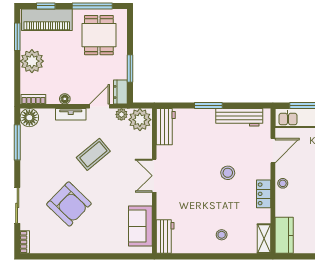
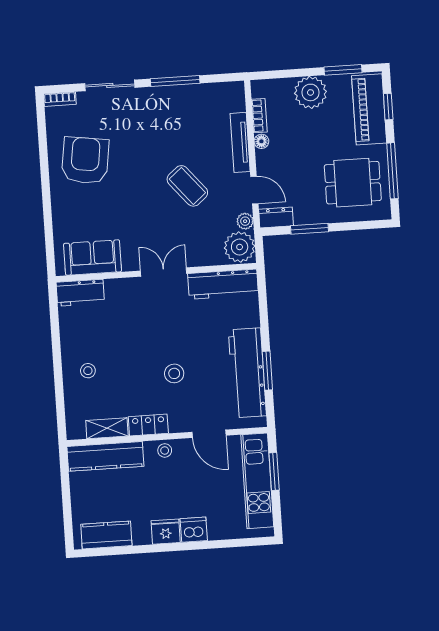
bookcase: (33, 99) -> (259, 116), moved
window: (208, 106) -> (267, 371), moved
tv unit: (71, 114) -> (240, 142), width x1.41
workbench: (239, 117) -> (247, 373), width x1.36, depth x1.32
floor lamp: (29, 118) -> (232, 94), removed
workbench: (166, 127) -> (223, 284), width x1.38
window: (17, 142) -> (175, 81), moved
armchair: (69, 204) -> (85, 160), moved, turned 144
kitchen counter: (284, 235) -> (105, 456), width x1.50
shelving: (264, 239) -> (107, 428), moved

